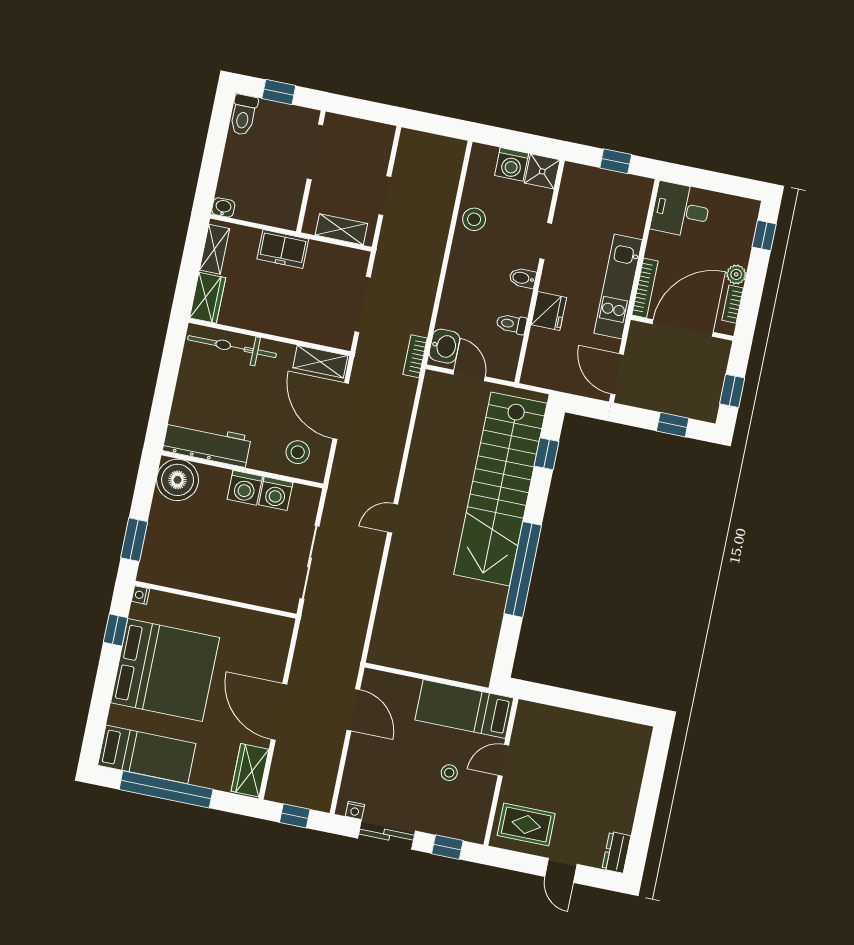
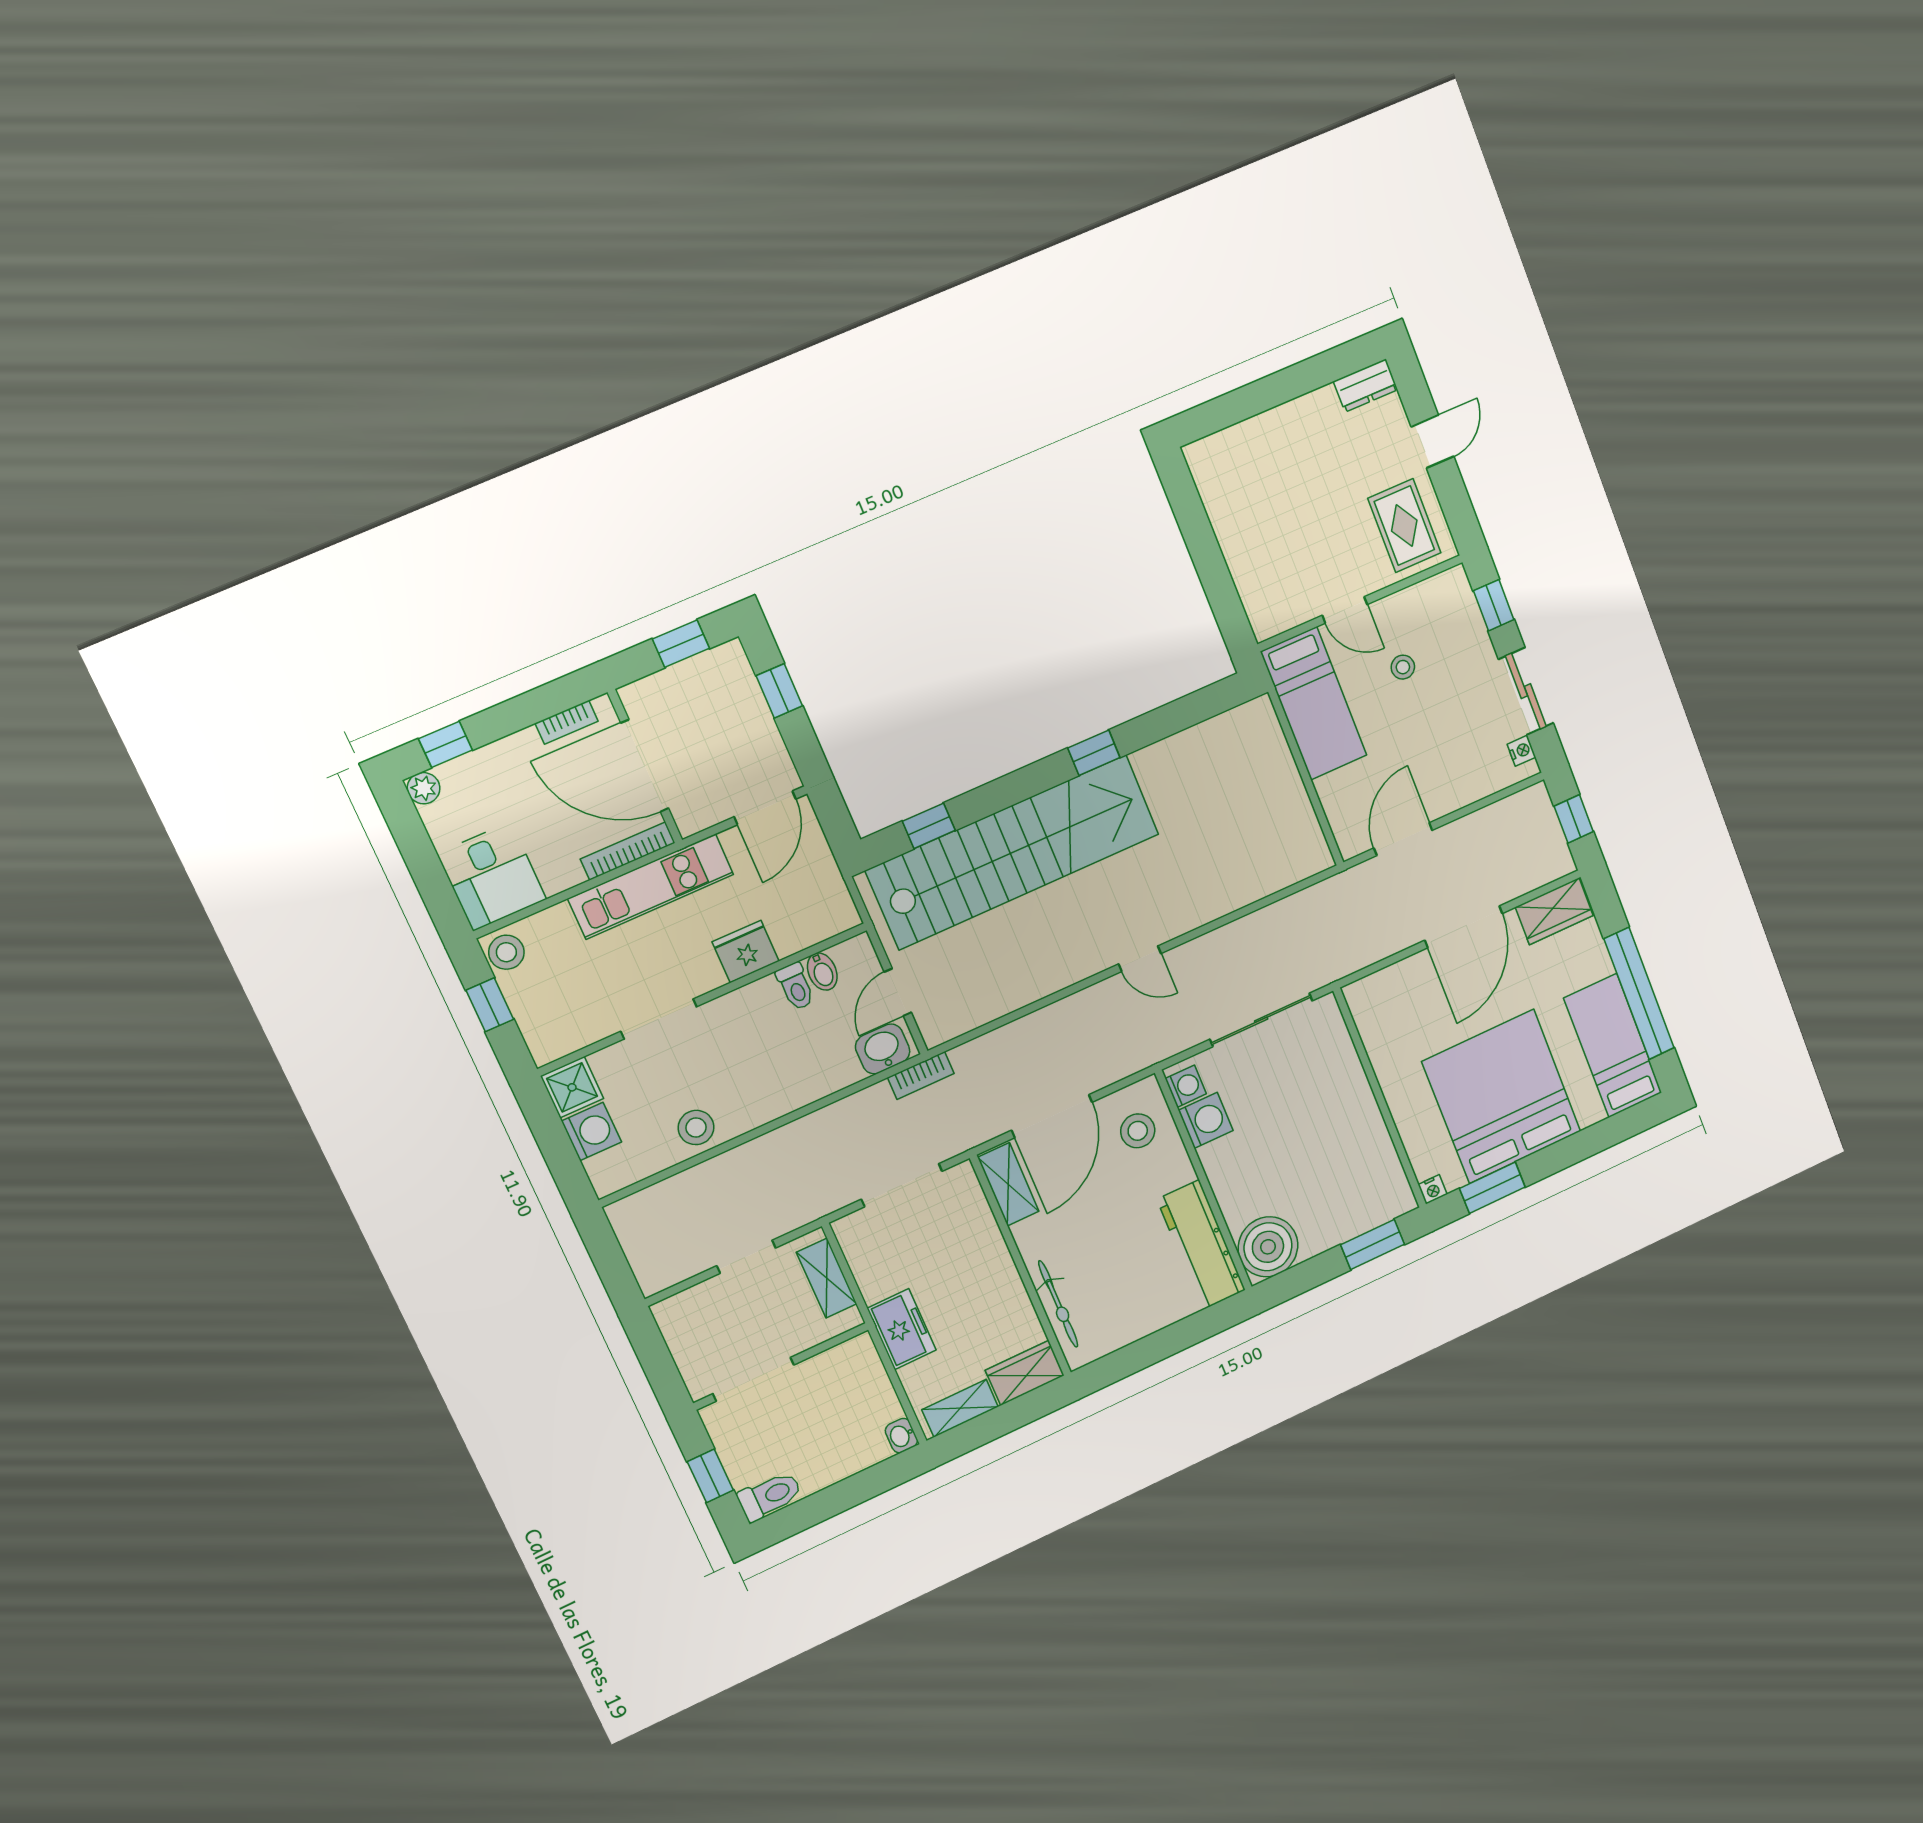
stool: (637, 189) -> (506, 952), added
doorway: (546, 241) -> (659, 1019), width x1.38
plant: (736, 274) -> (424, 788), moved
bidet: (523, 278) -> (822, 972), moved
bicycle: (232, 347) -> (1058, 1304), width x0.73, depth x0.71
washing machine: (245, 488) -> (1186, 1086), moved, width x0.73, depth x0.73
window: (523, 569) -> (1094, 753), width x0.32
window: (116, 630) -> (1492, 1188), width x1.50

